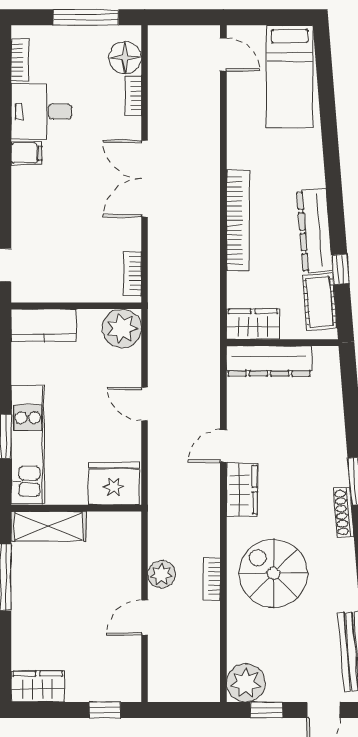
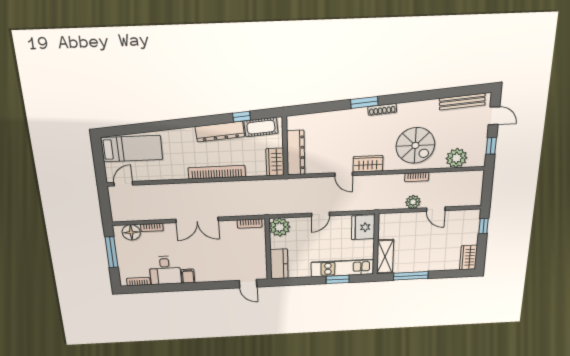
spiral stairs: (273, 573) -> (415, 145), turned -90
plant: (246, 683) -> (457, 158), moved

